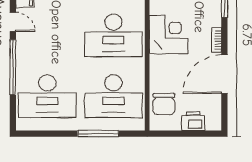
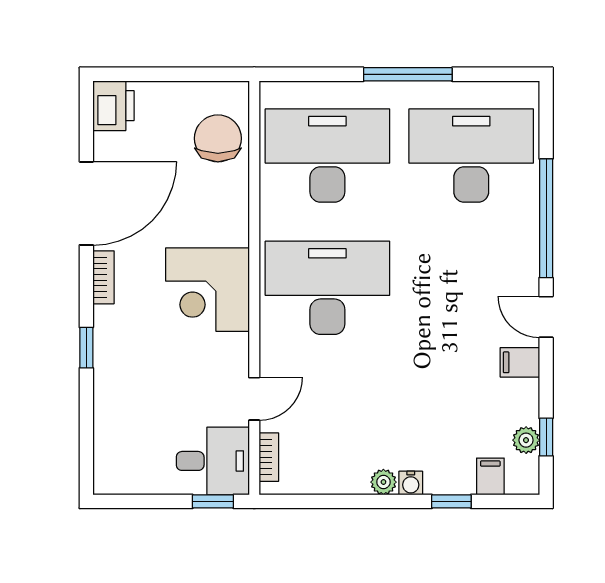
printer: (193, 121) -> (113, 106), moved, turned -90
window: (98, 134) -> (408, 74), moved

